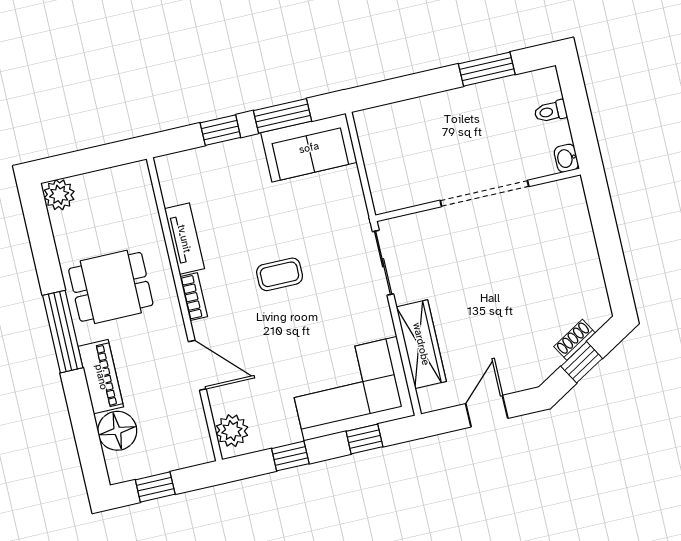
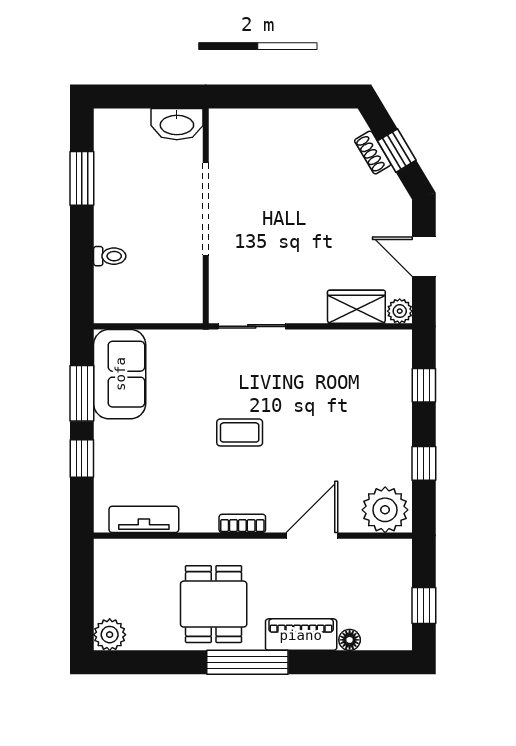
toilet: (551, 111) -> (110, 256), moved, turned -90
washbasin: (566, 158) -> (177, 124), width x1.91, depth x1.45
tv unit: (184, 239) -> (144, 519), moved
coffee table: (280, 274) -> (240, 432), turned 90
wardrobe: (421, 344) -> (356, 307), width x0.67
corner sofa: (351, 389) -> (370, 388), removed
plant: (430, 400) -> (400, 311), added
floor lamp: (117, 431) -> (350, 640), width x0.53, depth x0.53
plant: (232, 431) -> (385, 510), width x1.36, depth x1.36

